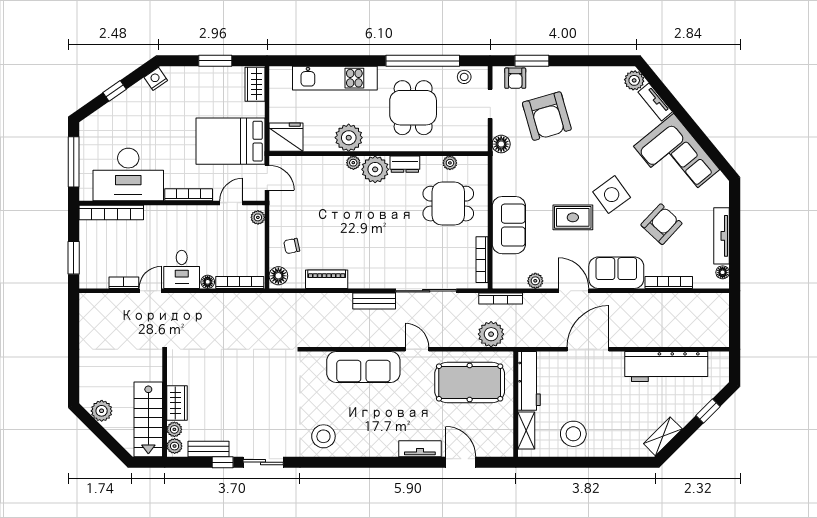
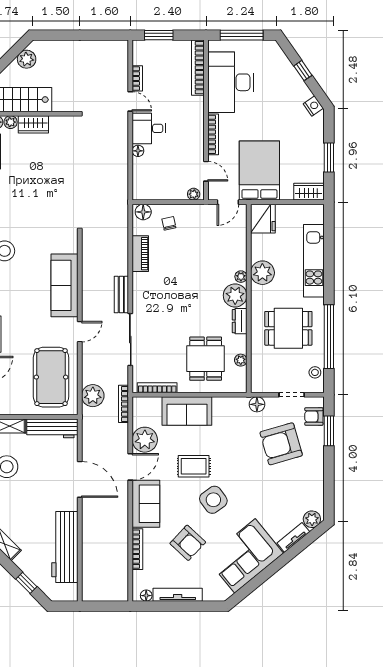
rug: (573, 217) -> (194, 466), turned 90
plant: (535, 281) -> (145, 440), width x1.87, depth x1.87
bookcase: (240, 282) -> (137, 178), removed

